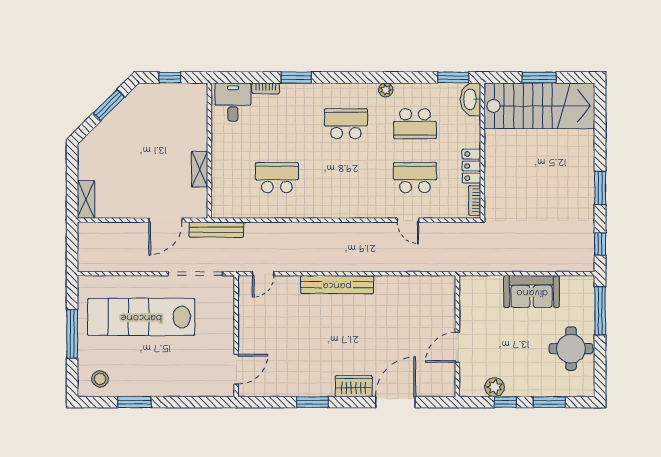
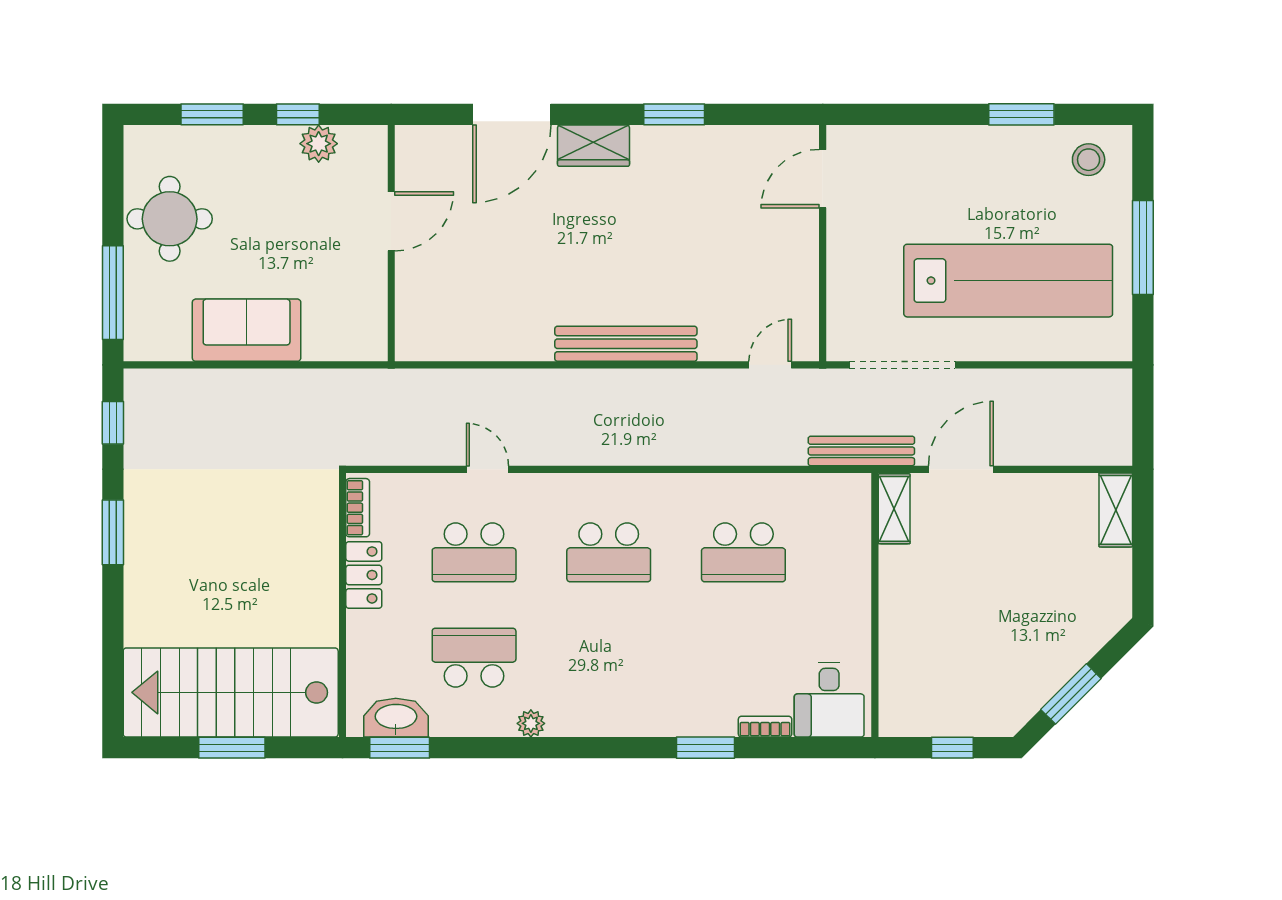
washbasin: (471, 99) -> (396, 718), moved, turned -90
school desk: (346, 124) -> (609, 552), moved
shelving: (200, 169) -> (894, 509), moved

